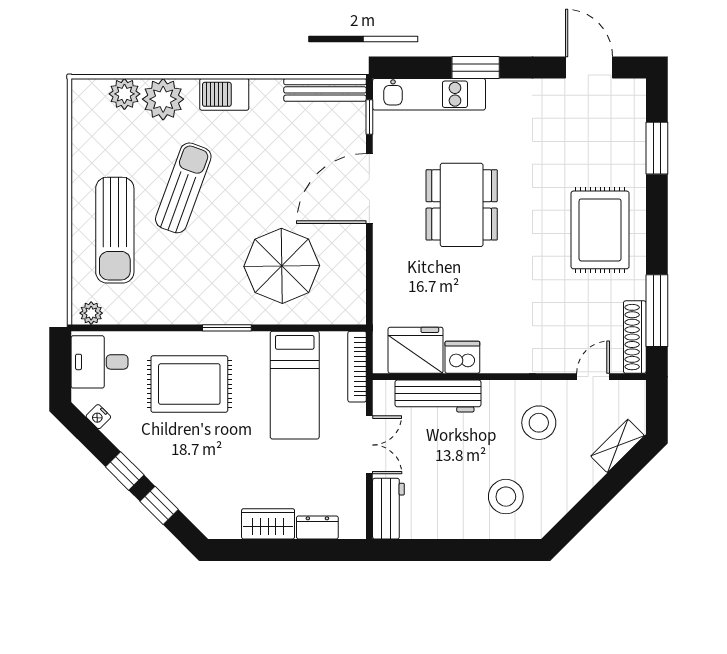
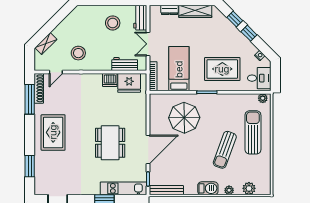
plant: (163, 99) -> (229, 190), width x0.53, depth x0.53
workbench: (438, 396) -> (125, 64), width x0.73
stool: (506, 497) -> (113, 23), moved
wardrobe: (268, 524) -> (195, 11), width x1.50

